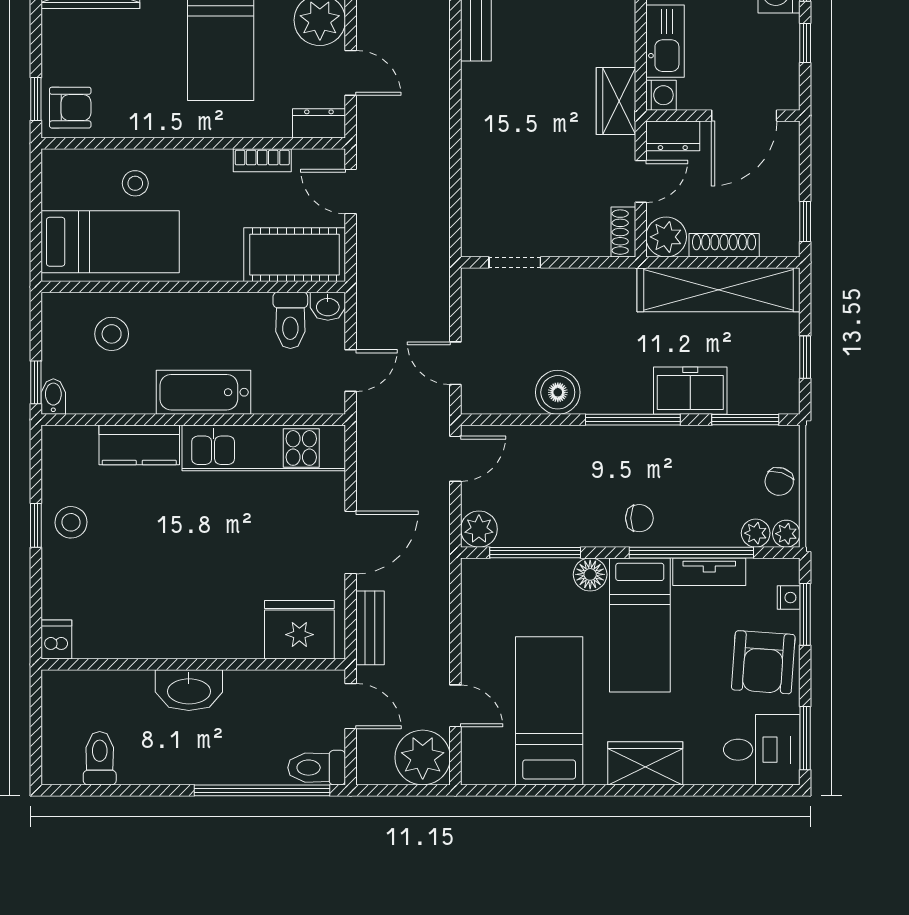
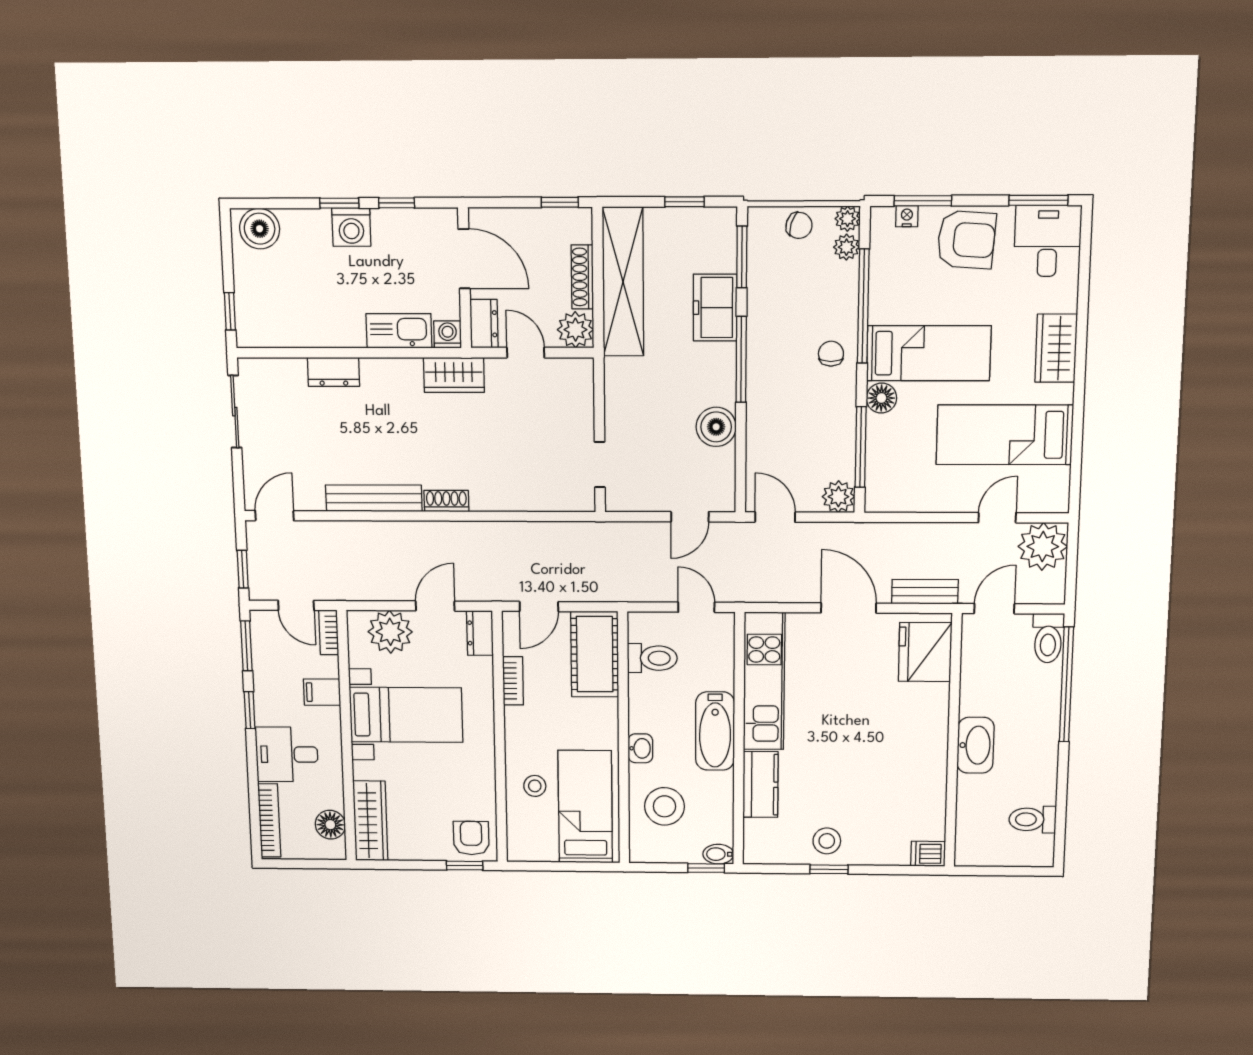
shoe rack: (623, 232) -> (446, 501), moved, turned 180
washbasin: (328, 306) -> (640, 748), moved
stool: (112, 334) -> (664, 806), width x1.38, depth x1.38
tv unit: (709, 572) -> (881, 290), removed

